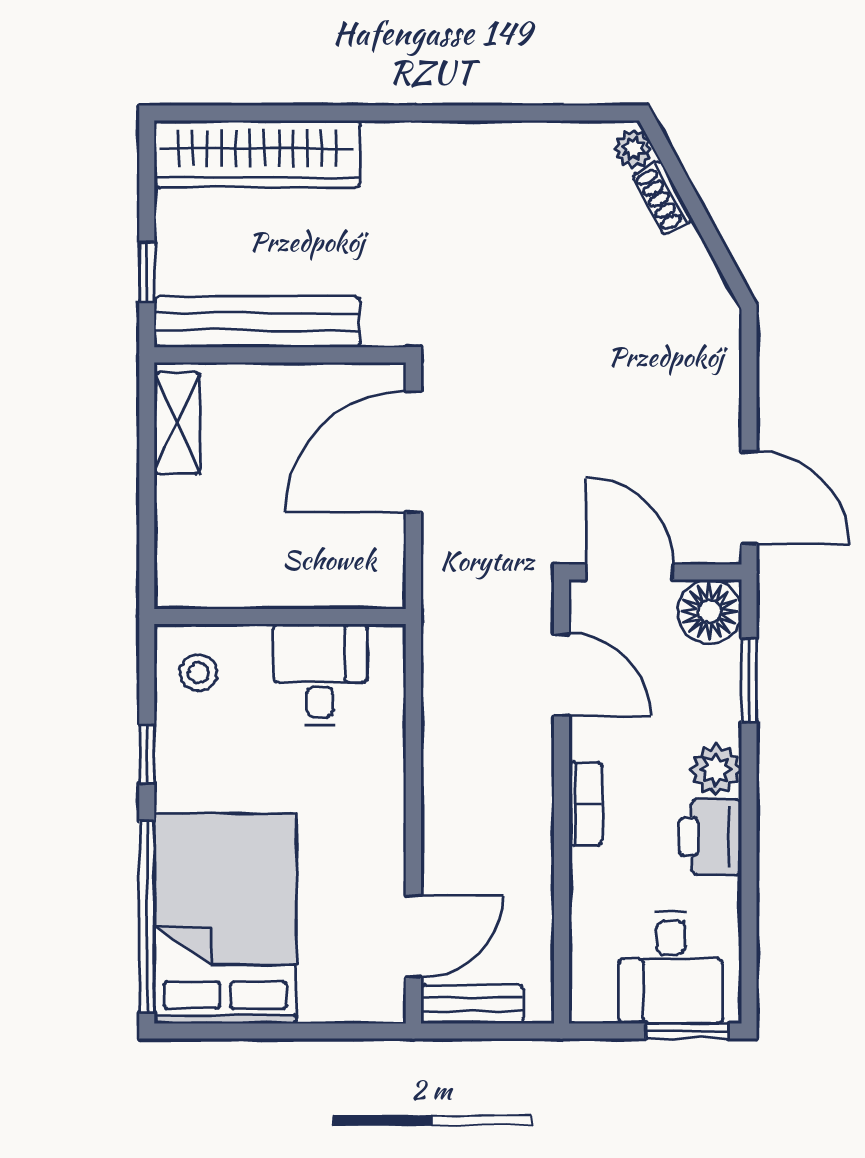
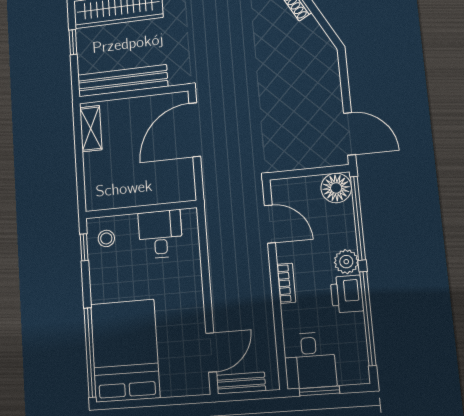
window: (147, 272) -> (73, 42), moved
door: (629, 572) -> (297, 174), removed
window: (749, 680) -> (358, 218), width x2.11
window: (147, 754) -> (84, 247), moved
window: (749, 891) -> (368, 318), added
desk: (671, 968) -> (310, 360), moved
window: (687, 1031) -> (319, 391), moved

